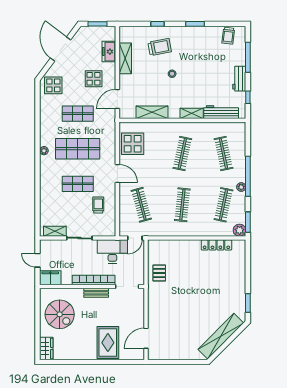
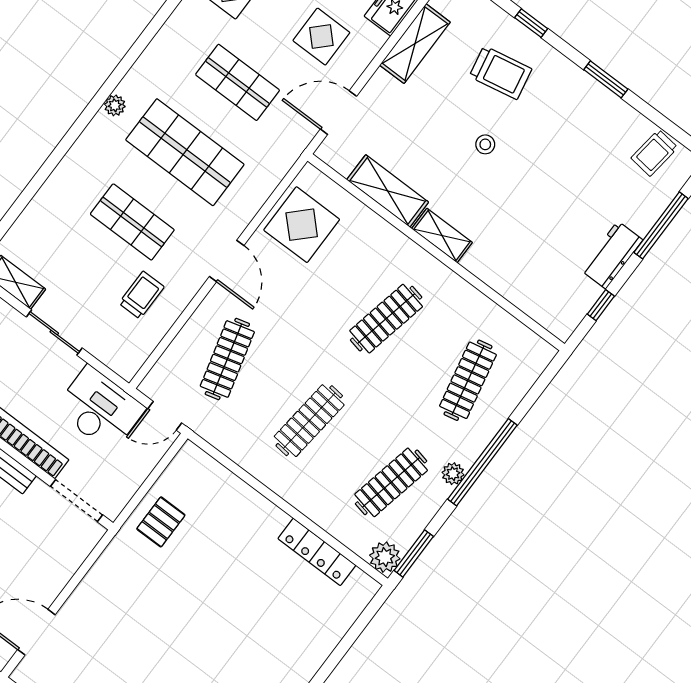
workbench: (221, 112) -> (525, 294), removed
shelving: (192, 113) -> (442, 236), moved

